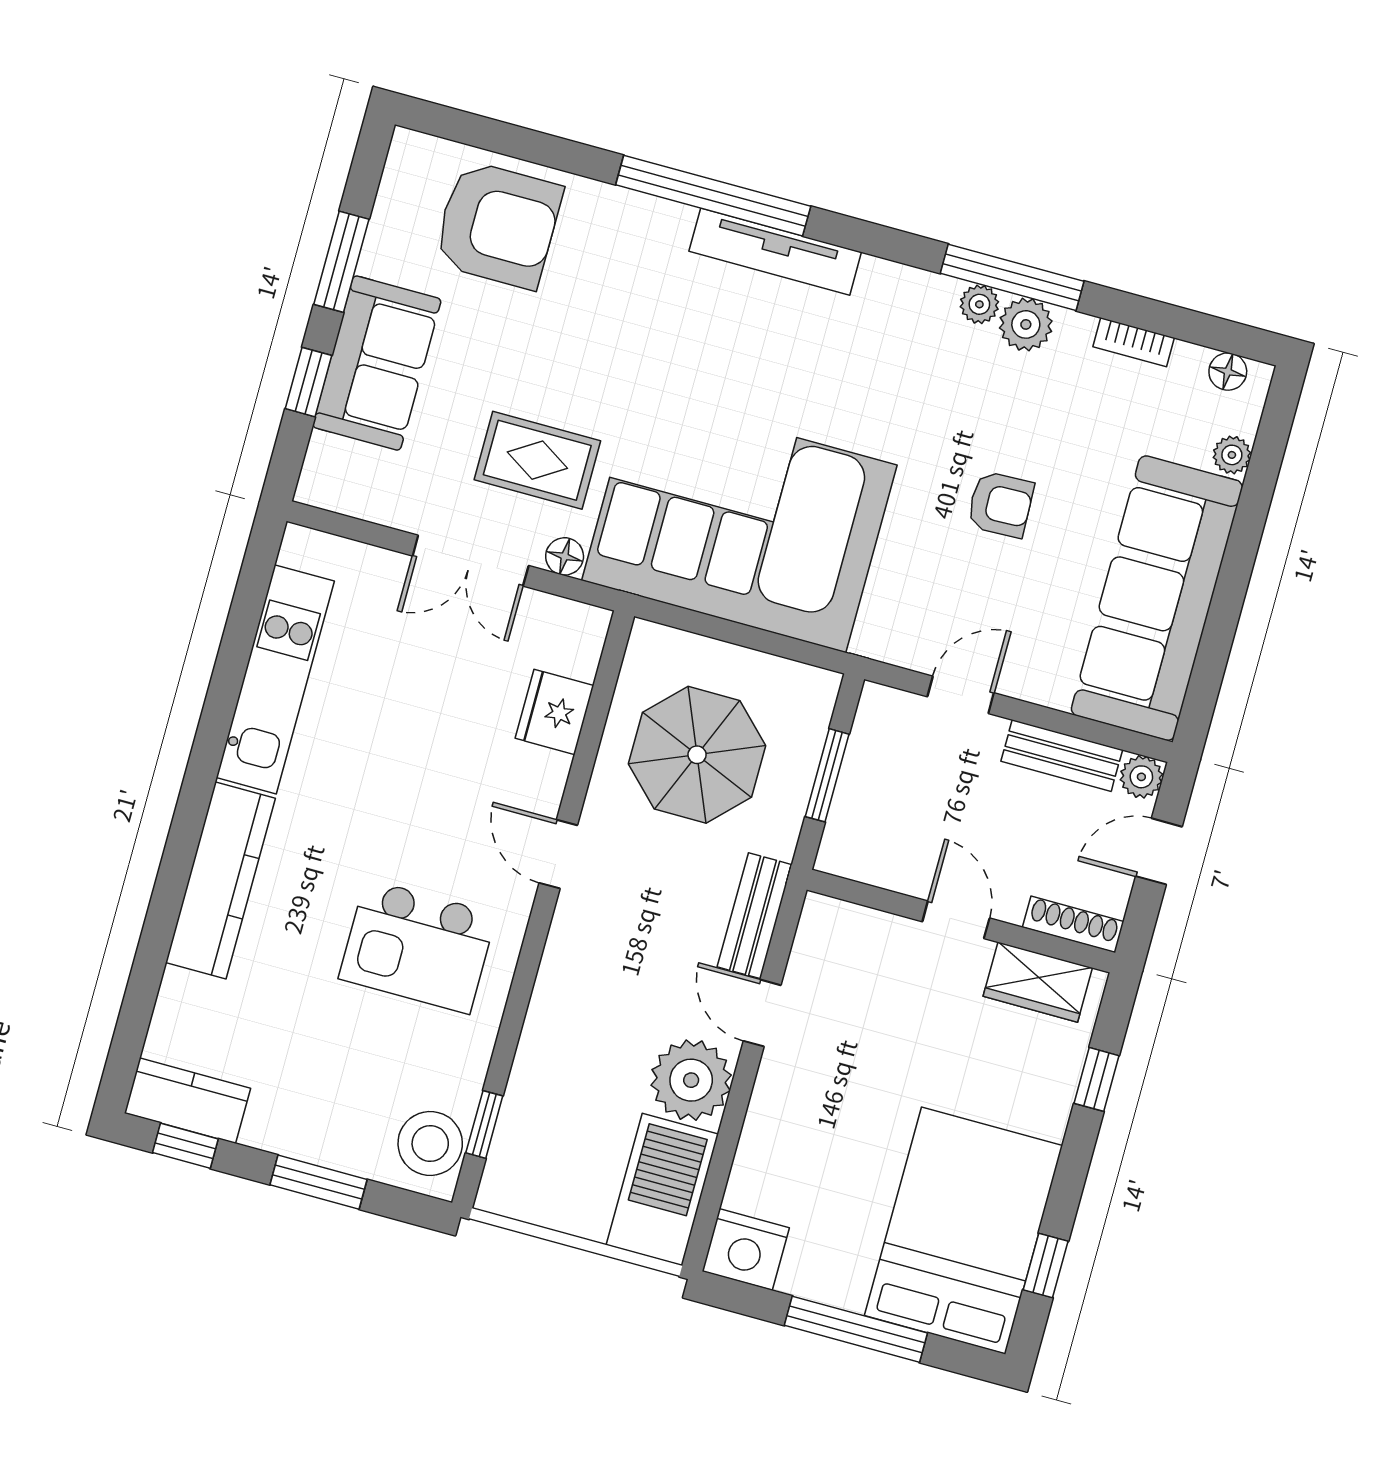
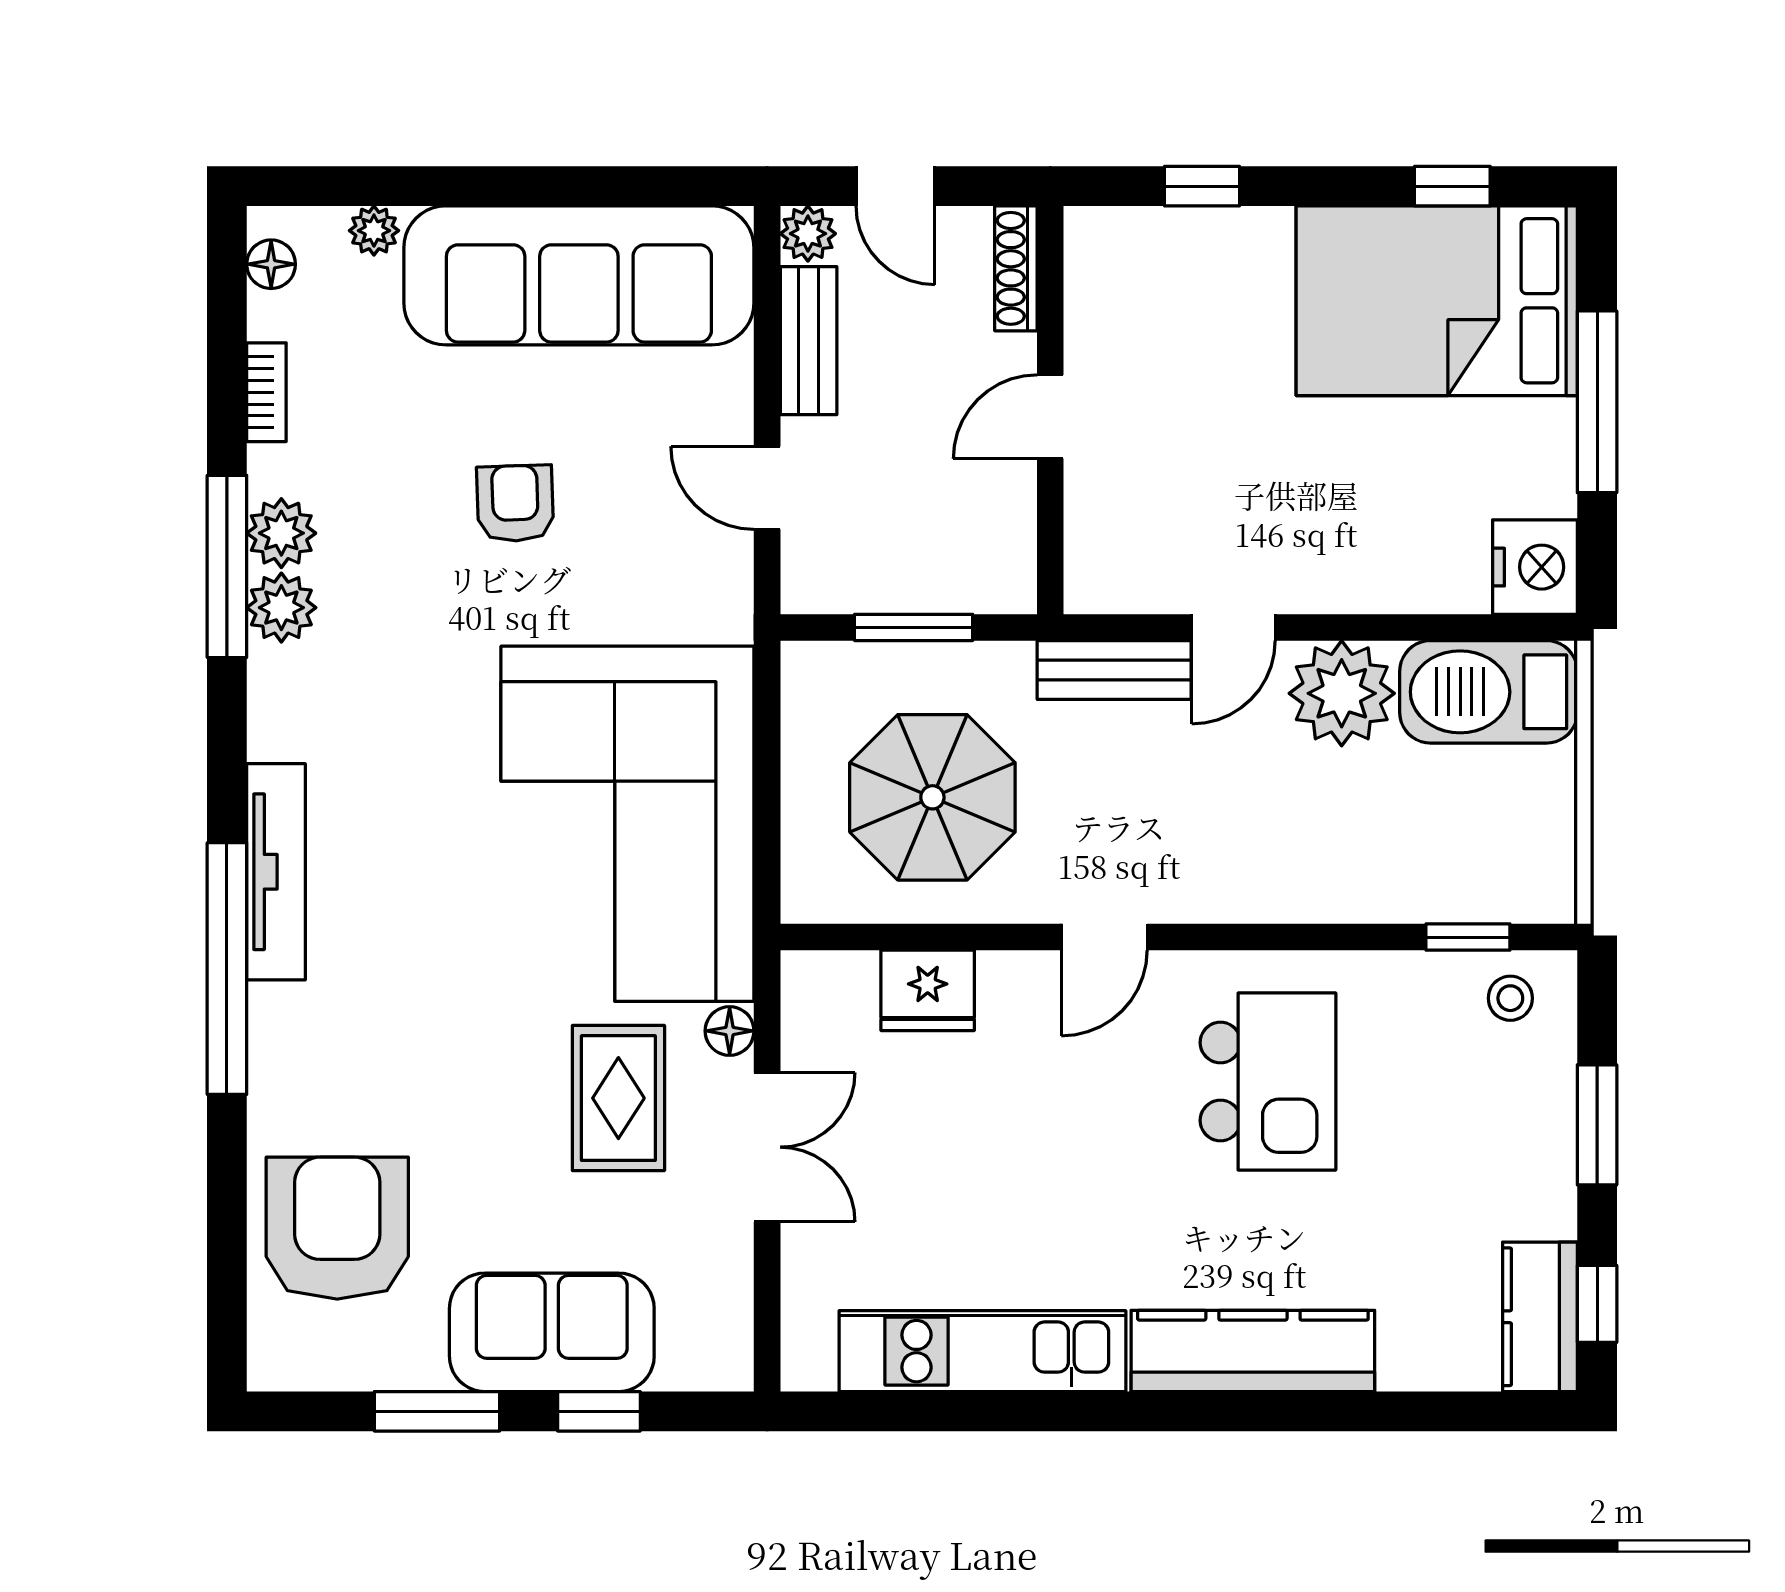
plant: (979, 304) -> (281, 608), width x1.38, depth x1.38
wardrobe: (1038, 982) -> (1100, 293), removed
stool: (430, 1143) -> (1510, 998), width x0.53, depth x0.53

